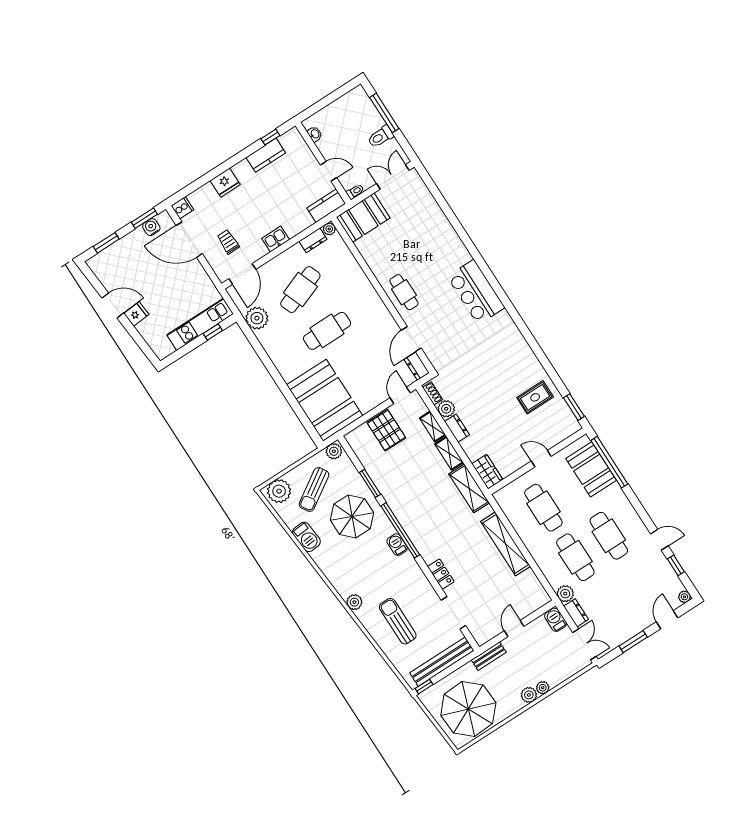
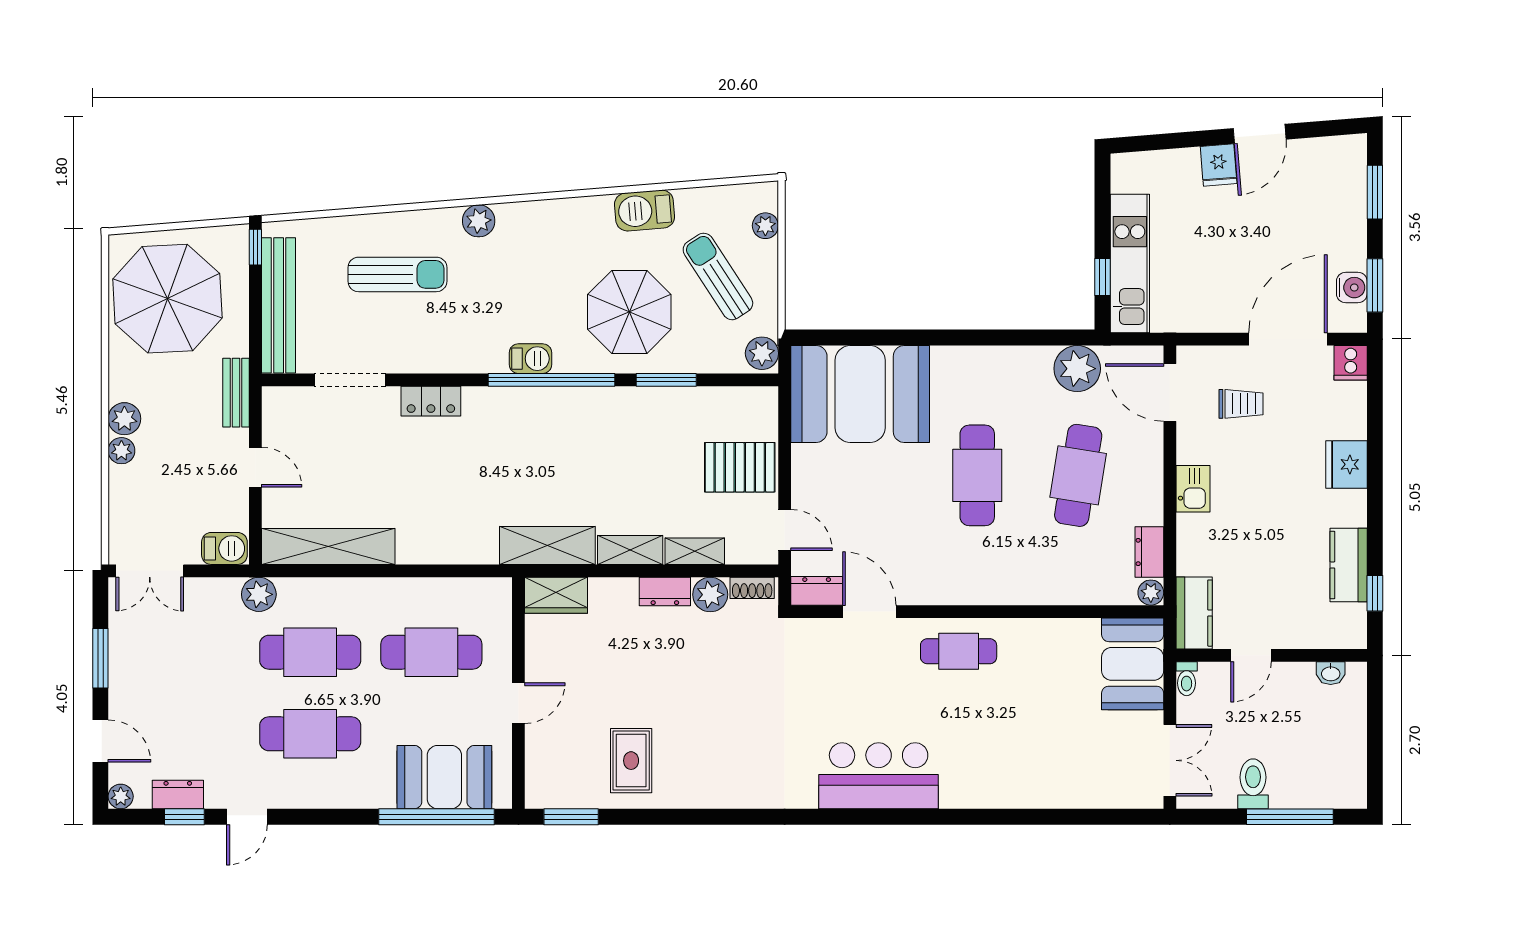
cafe table: (300, 290) -> (1078, 475), turned 30
plant: (279, 491) -> (765, 226), width x0.53, depth x0.53
shelving: (506, 544) -> (328, 546), moved
dresser: (576, 613) -> (178, 795), moved, turned 180

